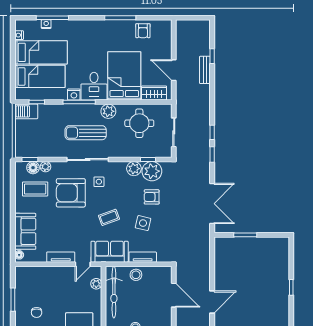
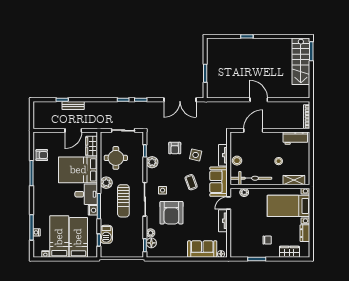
barbecue: (26, 111) -> (106, 234), moved
plant: (152, 171) -> (154, 148), removed
coffee table: (35, 189) -> (168, 241), removed
double door: (212, 204) -> (180, 100), swing flipped
door: (83, 264) -> (229, 203), swing flipped

